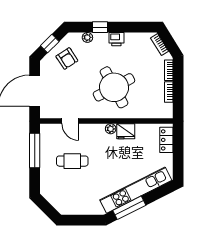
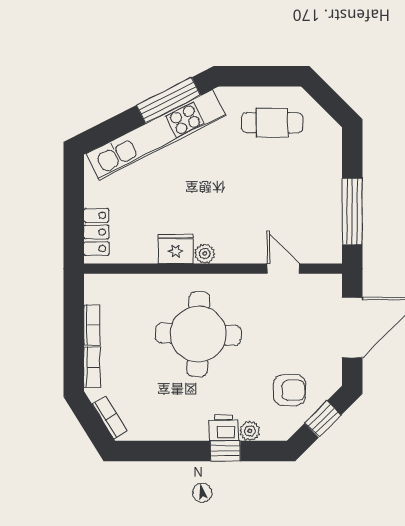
printer: (116, 39) -> (224, 428), moved
armchair: (67, 59) -> (290, 390), turned 123
round table: (114, 87) -> (198, 334), turned 30
cafe table: (72, 161) -> (272, 123), moved

